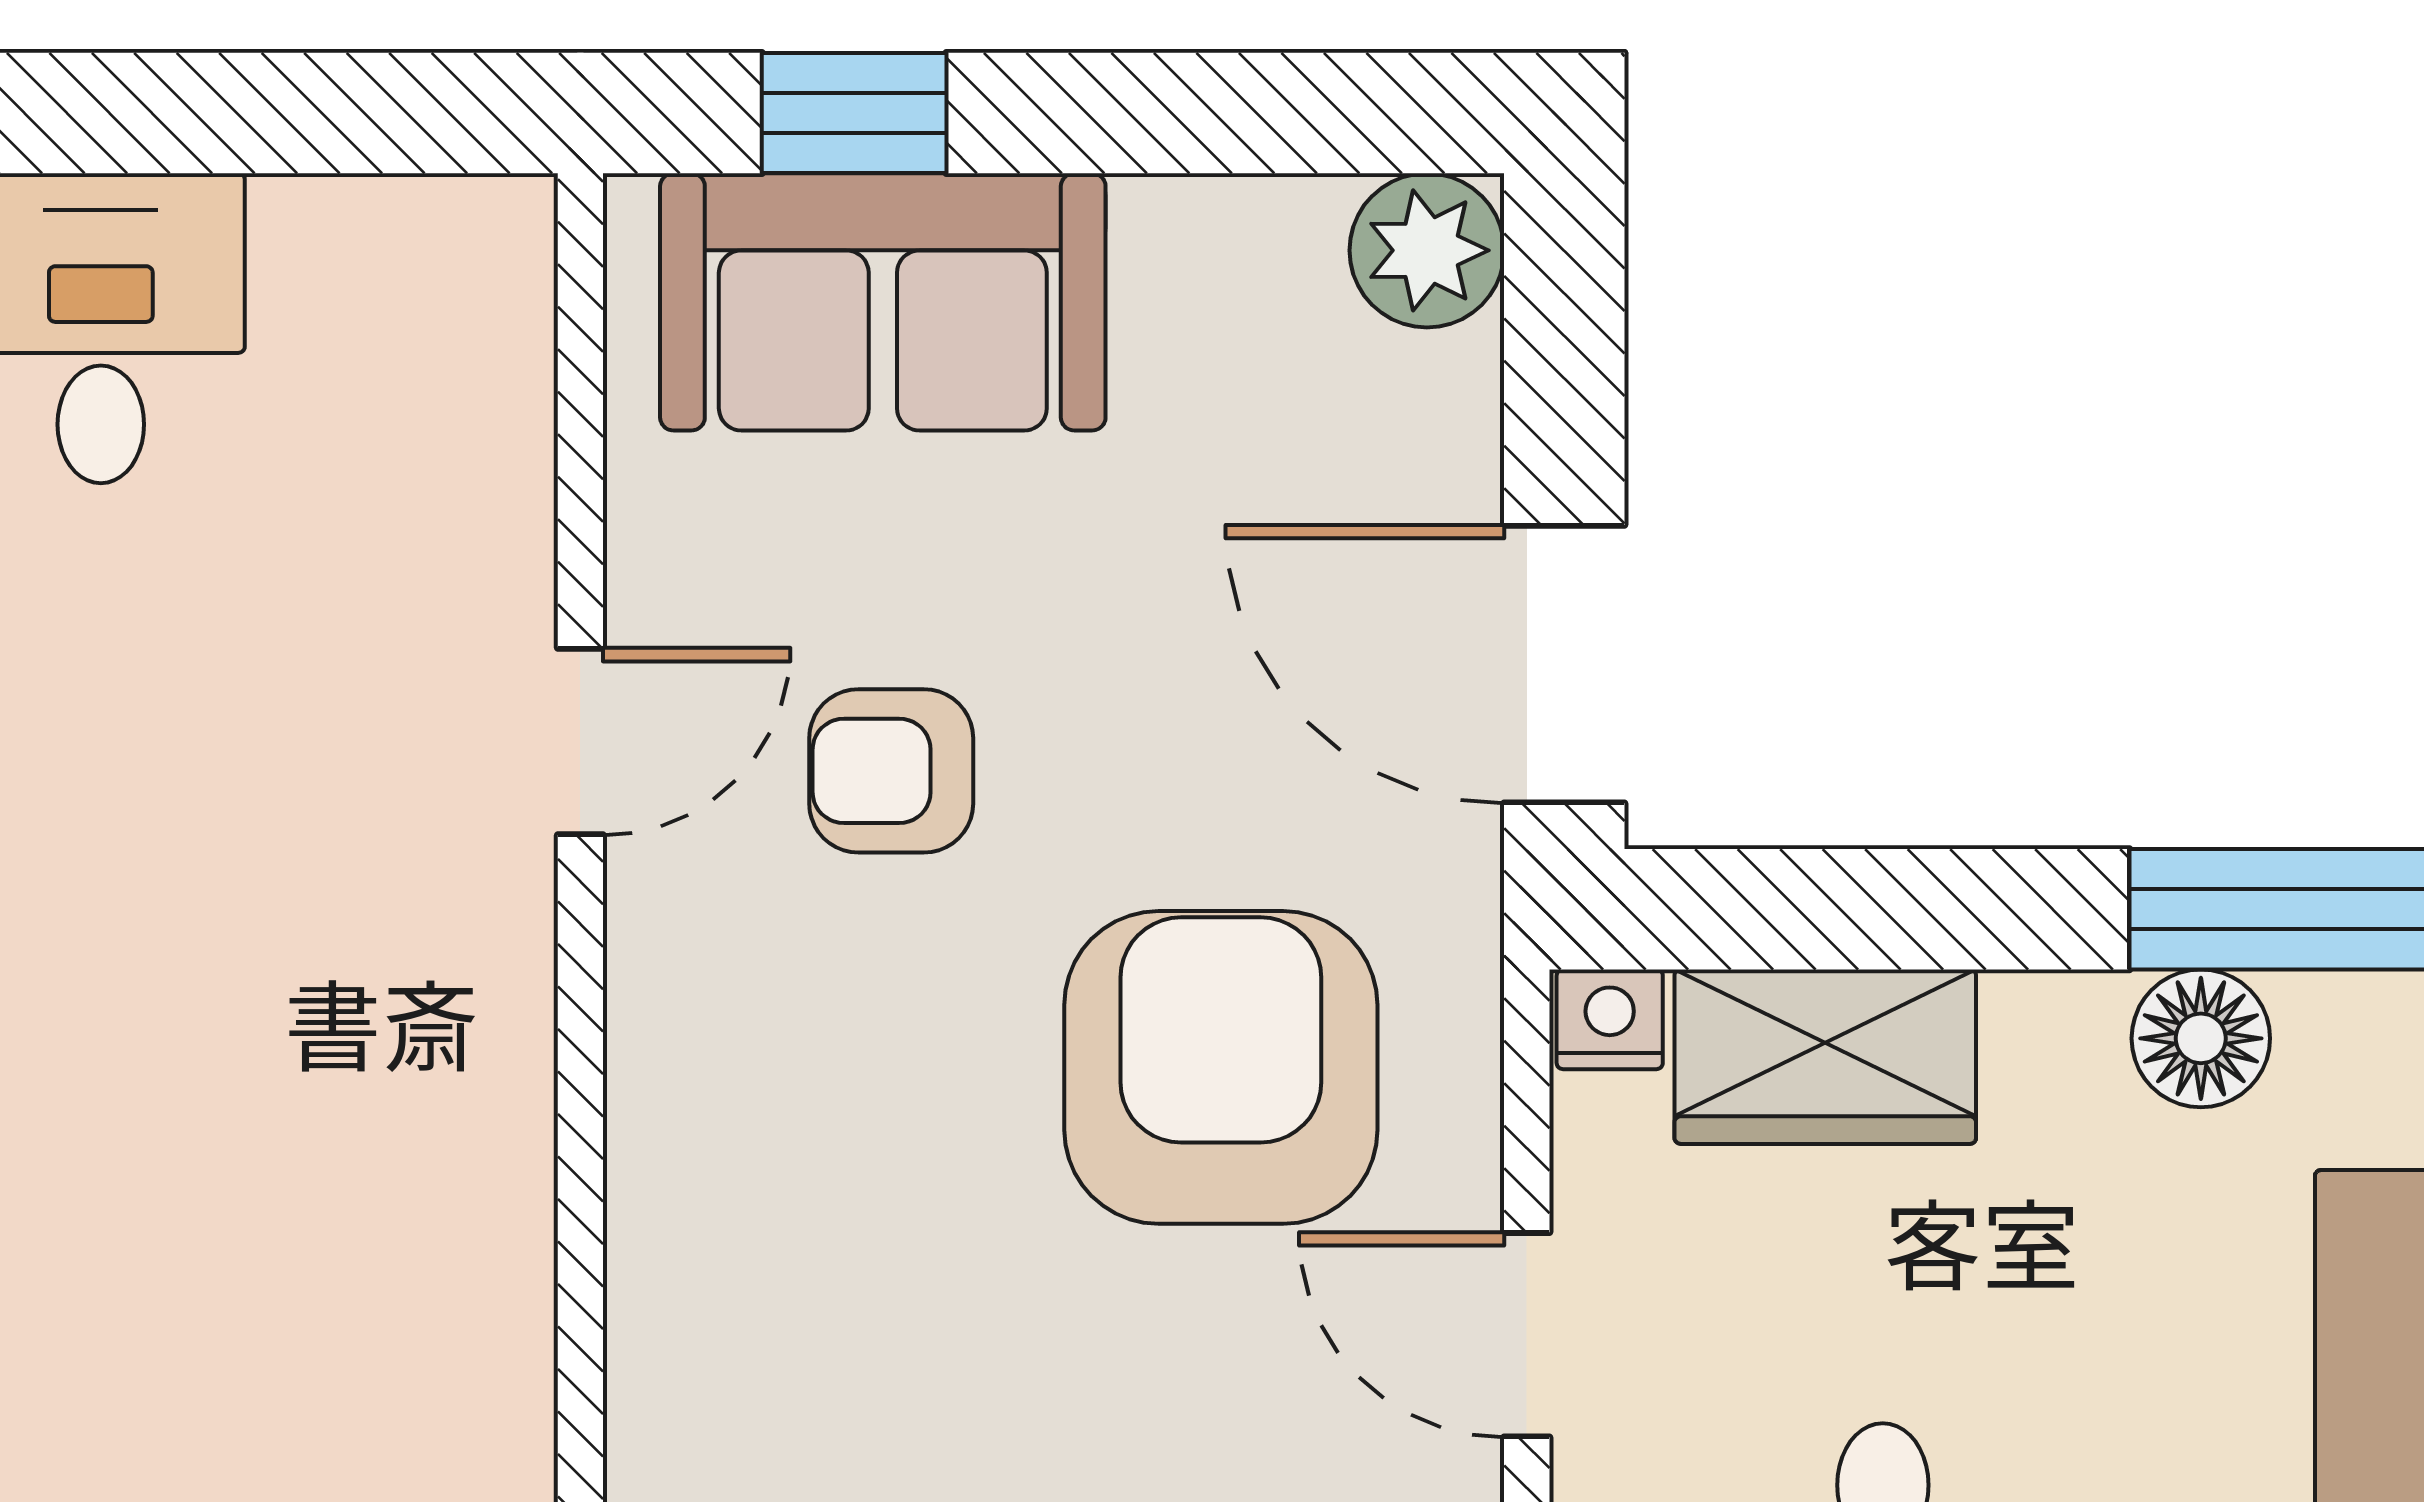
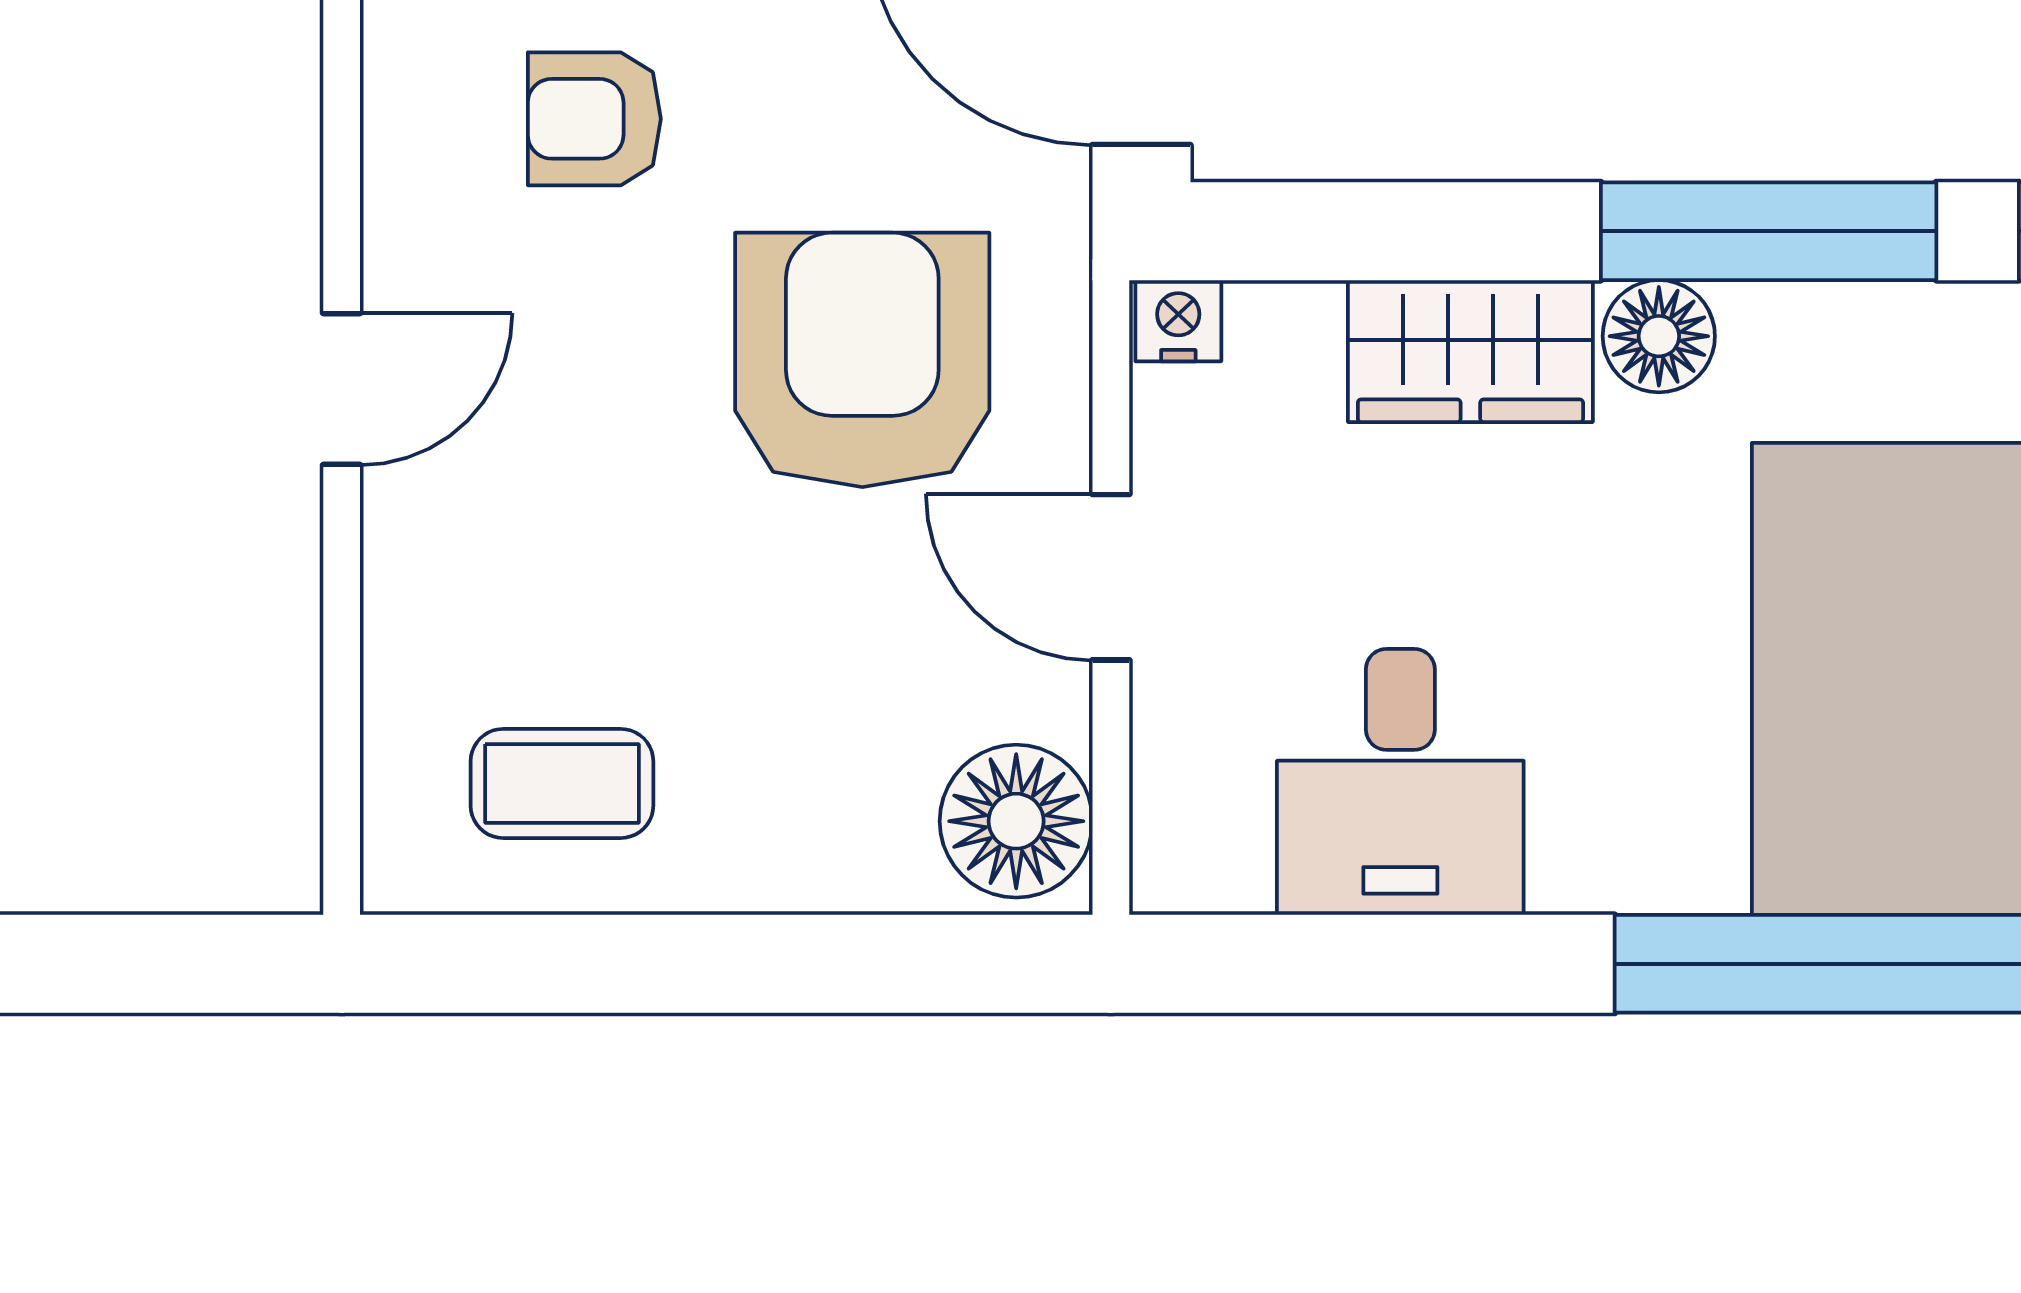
door: (580, 742) -> (342, 389), moved
wardrobe: (1825, 1057) -> (1470, 351), moved

